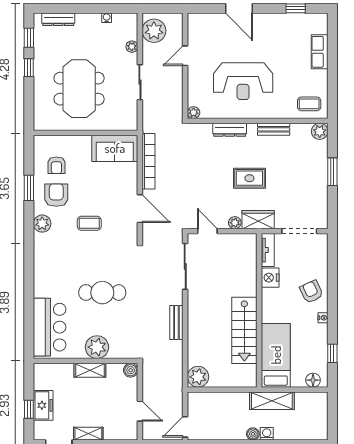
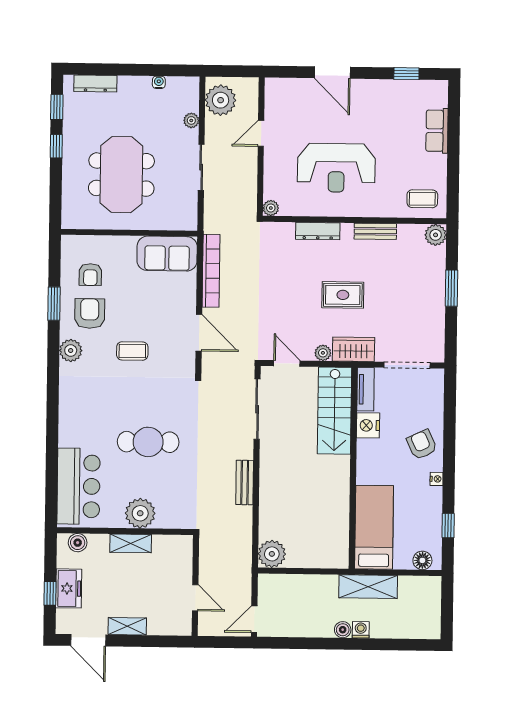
stairs: (244, 330) -> (335, 411), moved
boiler: (131, 370) -> (78, 543), moved

